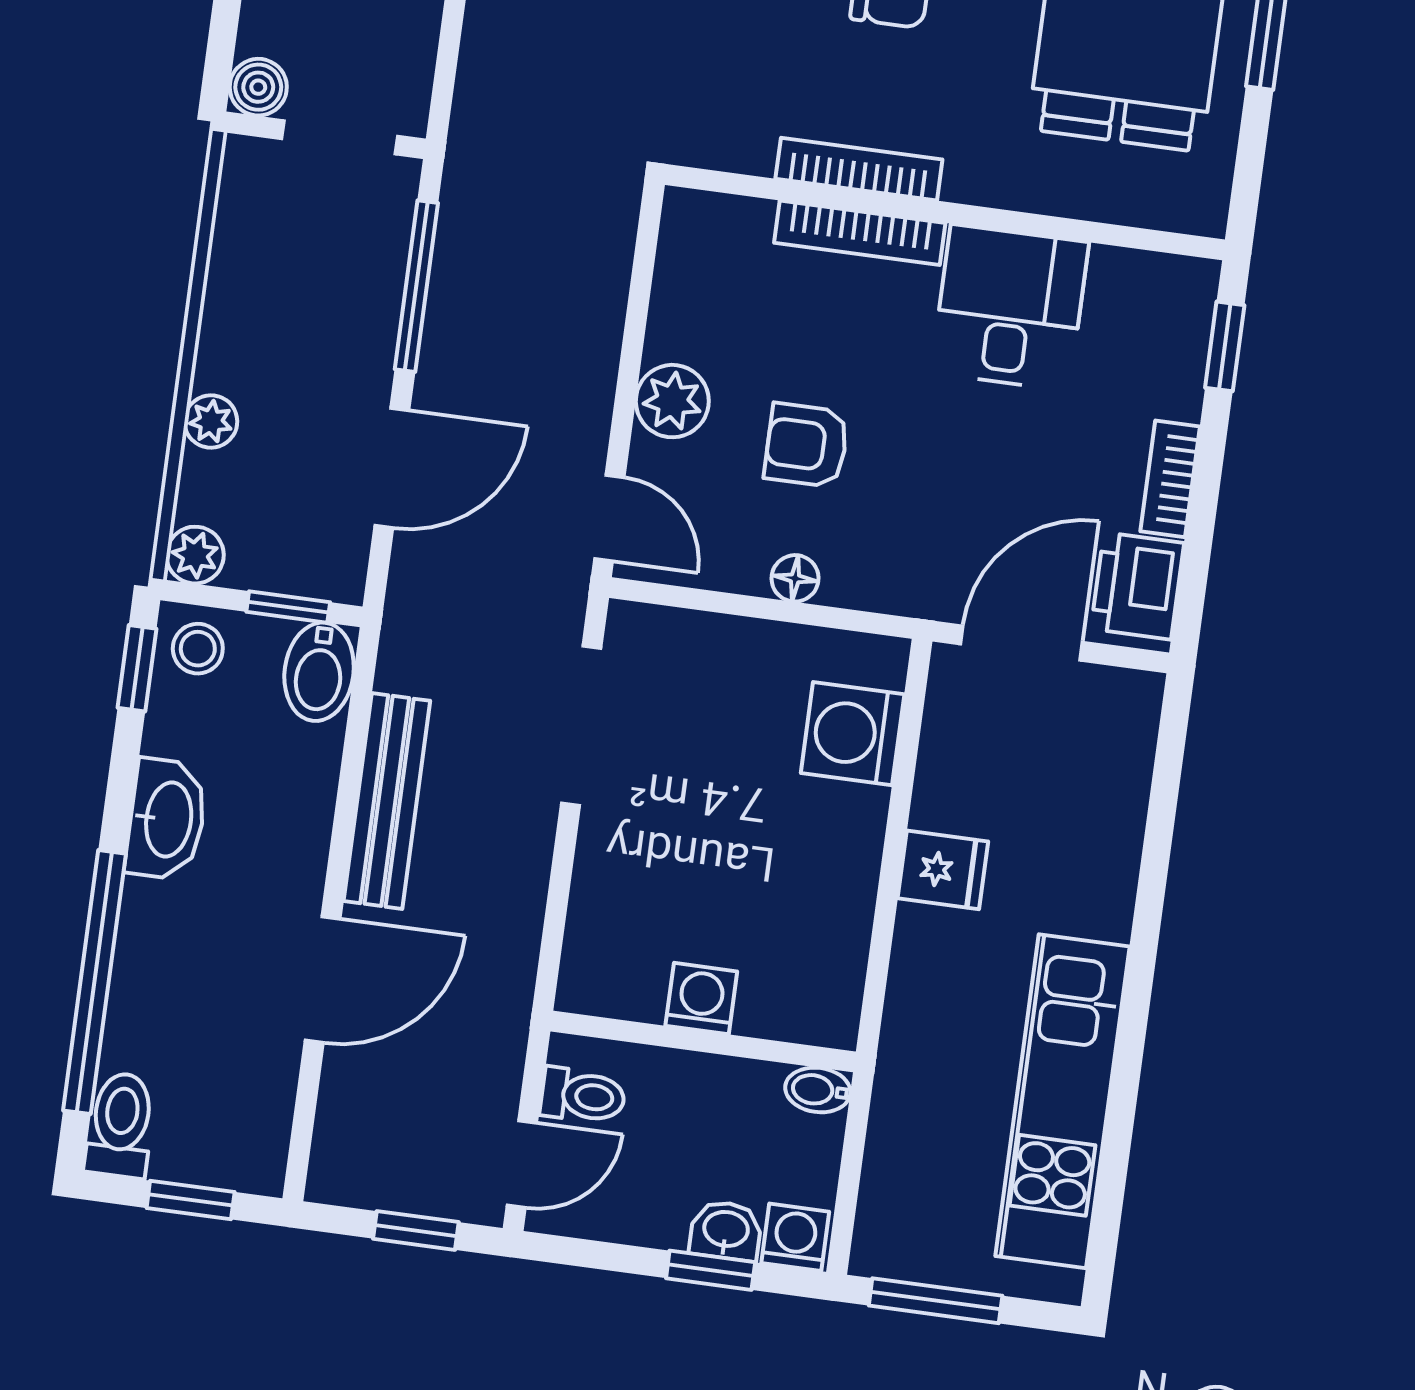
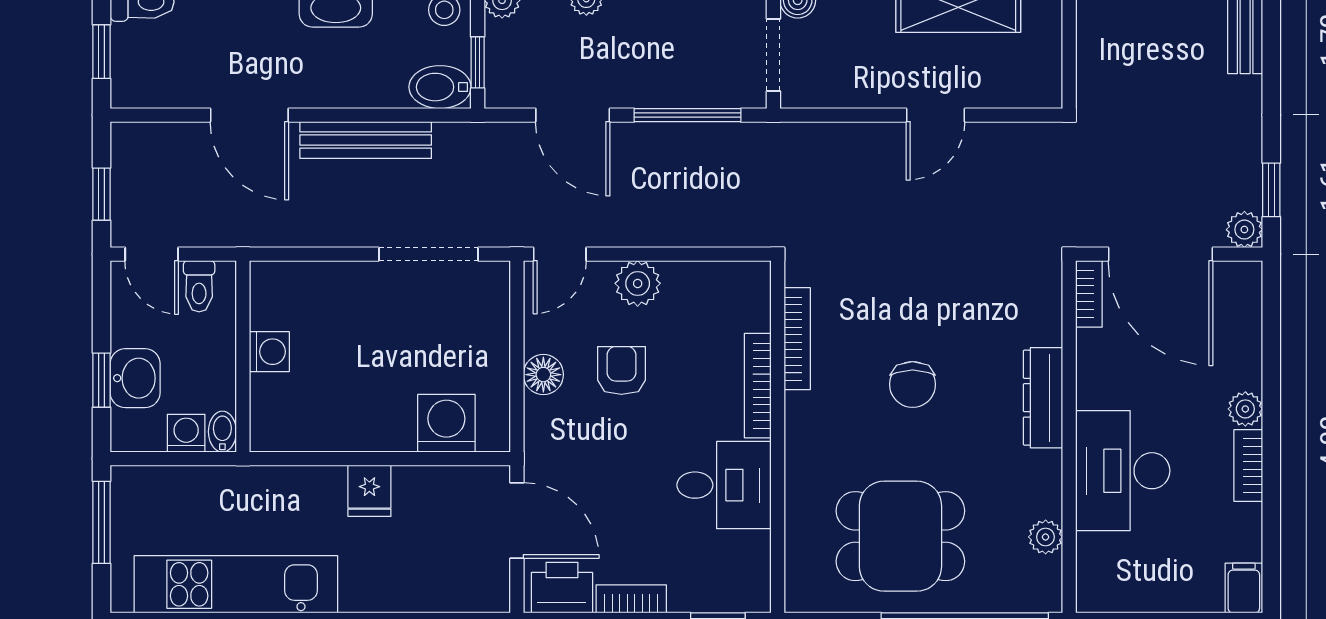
bookcase: (859, 169) -> (797, 339), moved
floor lamp: (795, 578) -> (543, 375), width x1.37, depth x1.37
washbasin: (726, 1231) -> (135, 378), width x1.38, depth x1.45
washing machine: (795, 1237) -> (186, 433), moved, turned -90

